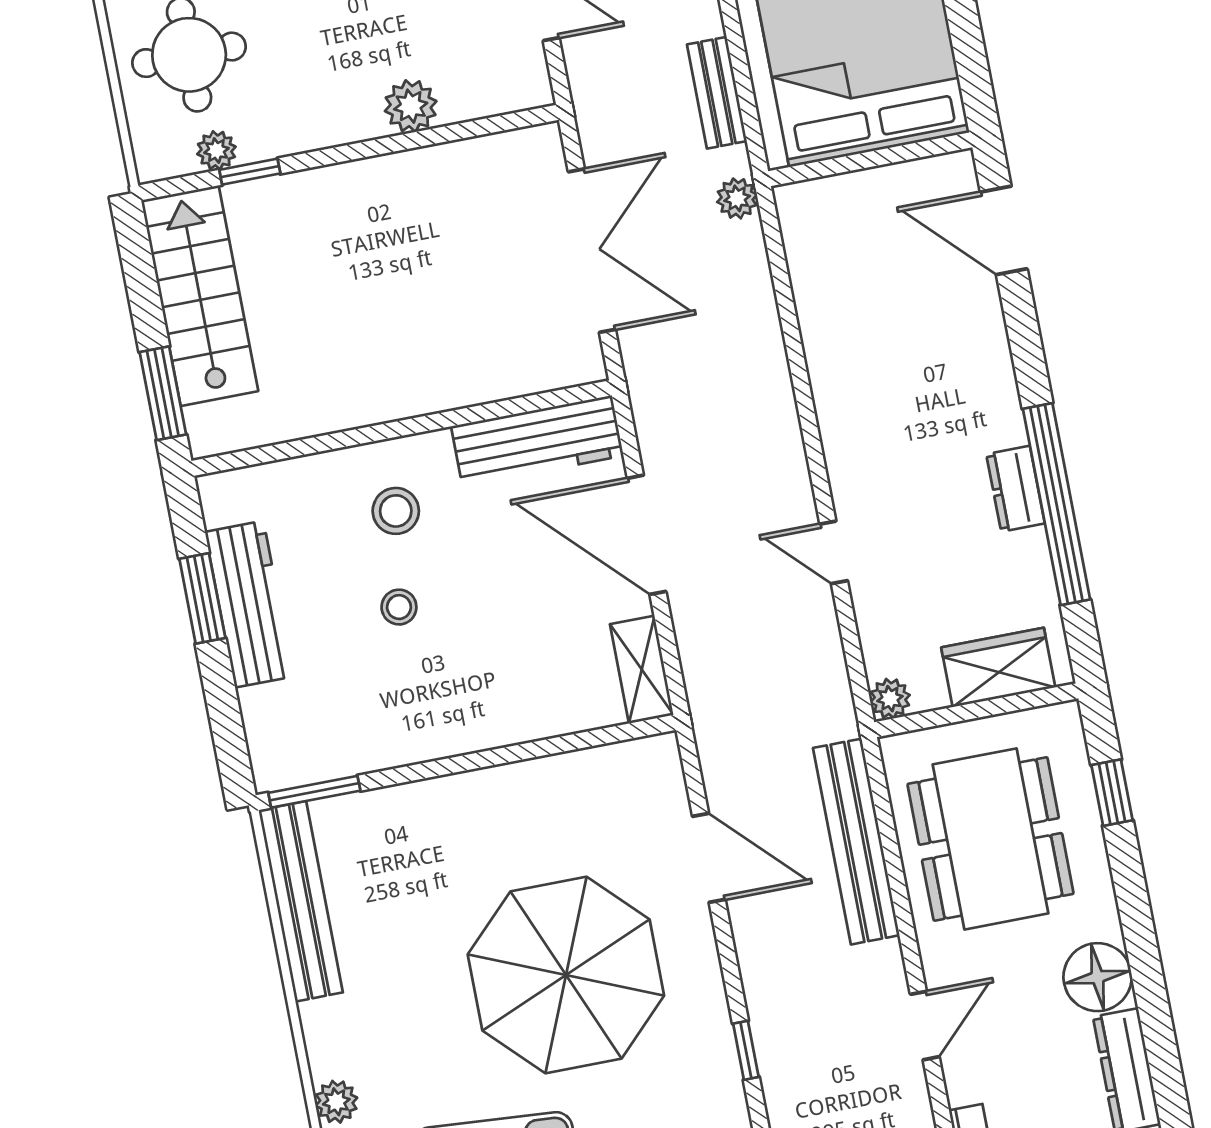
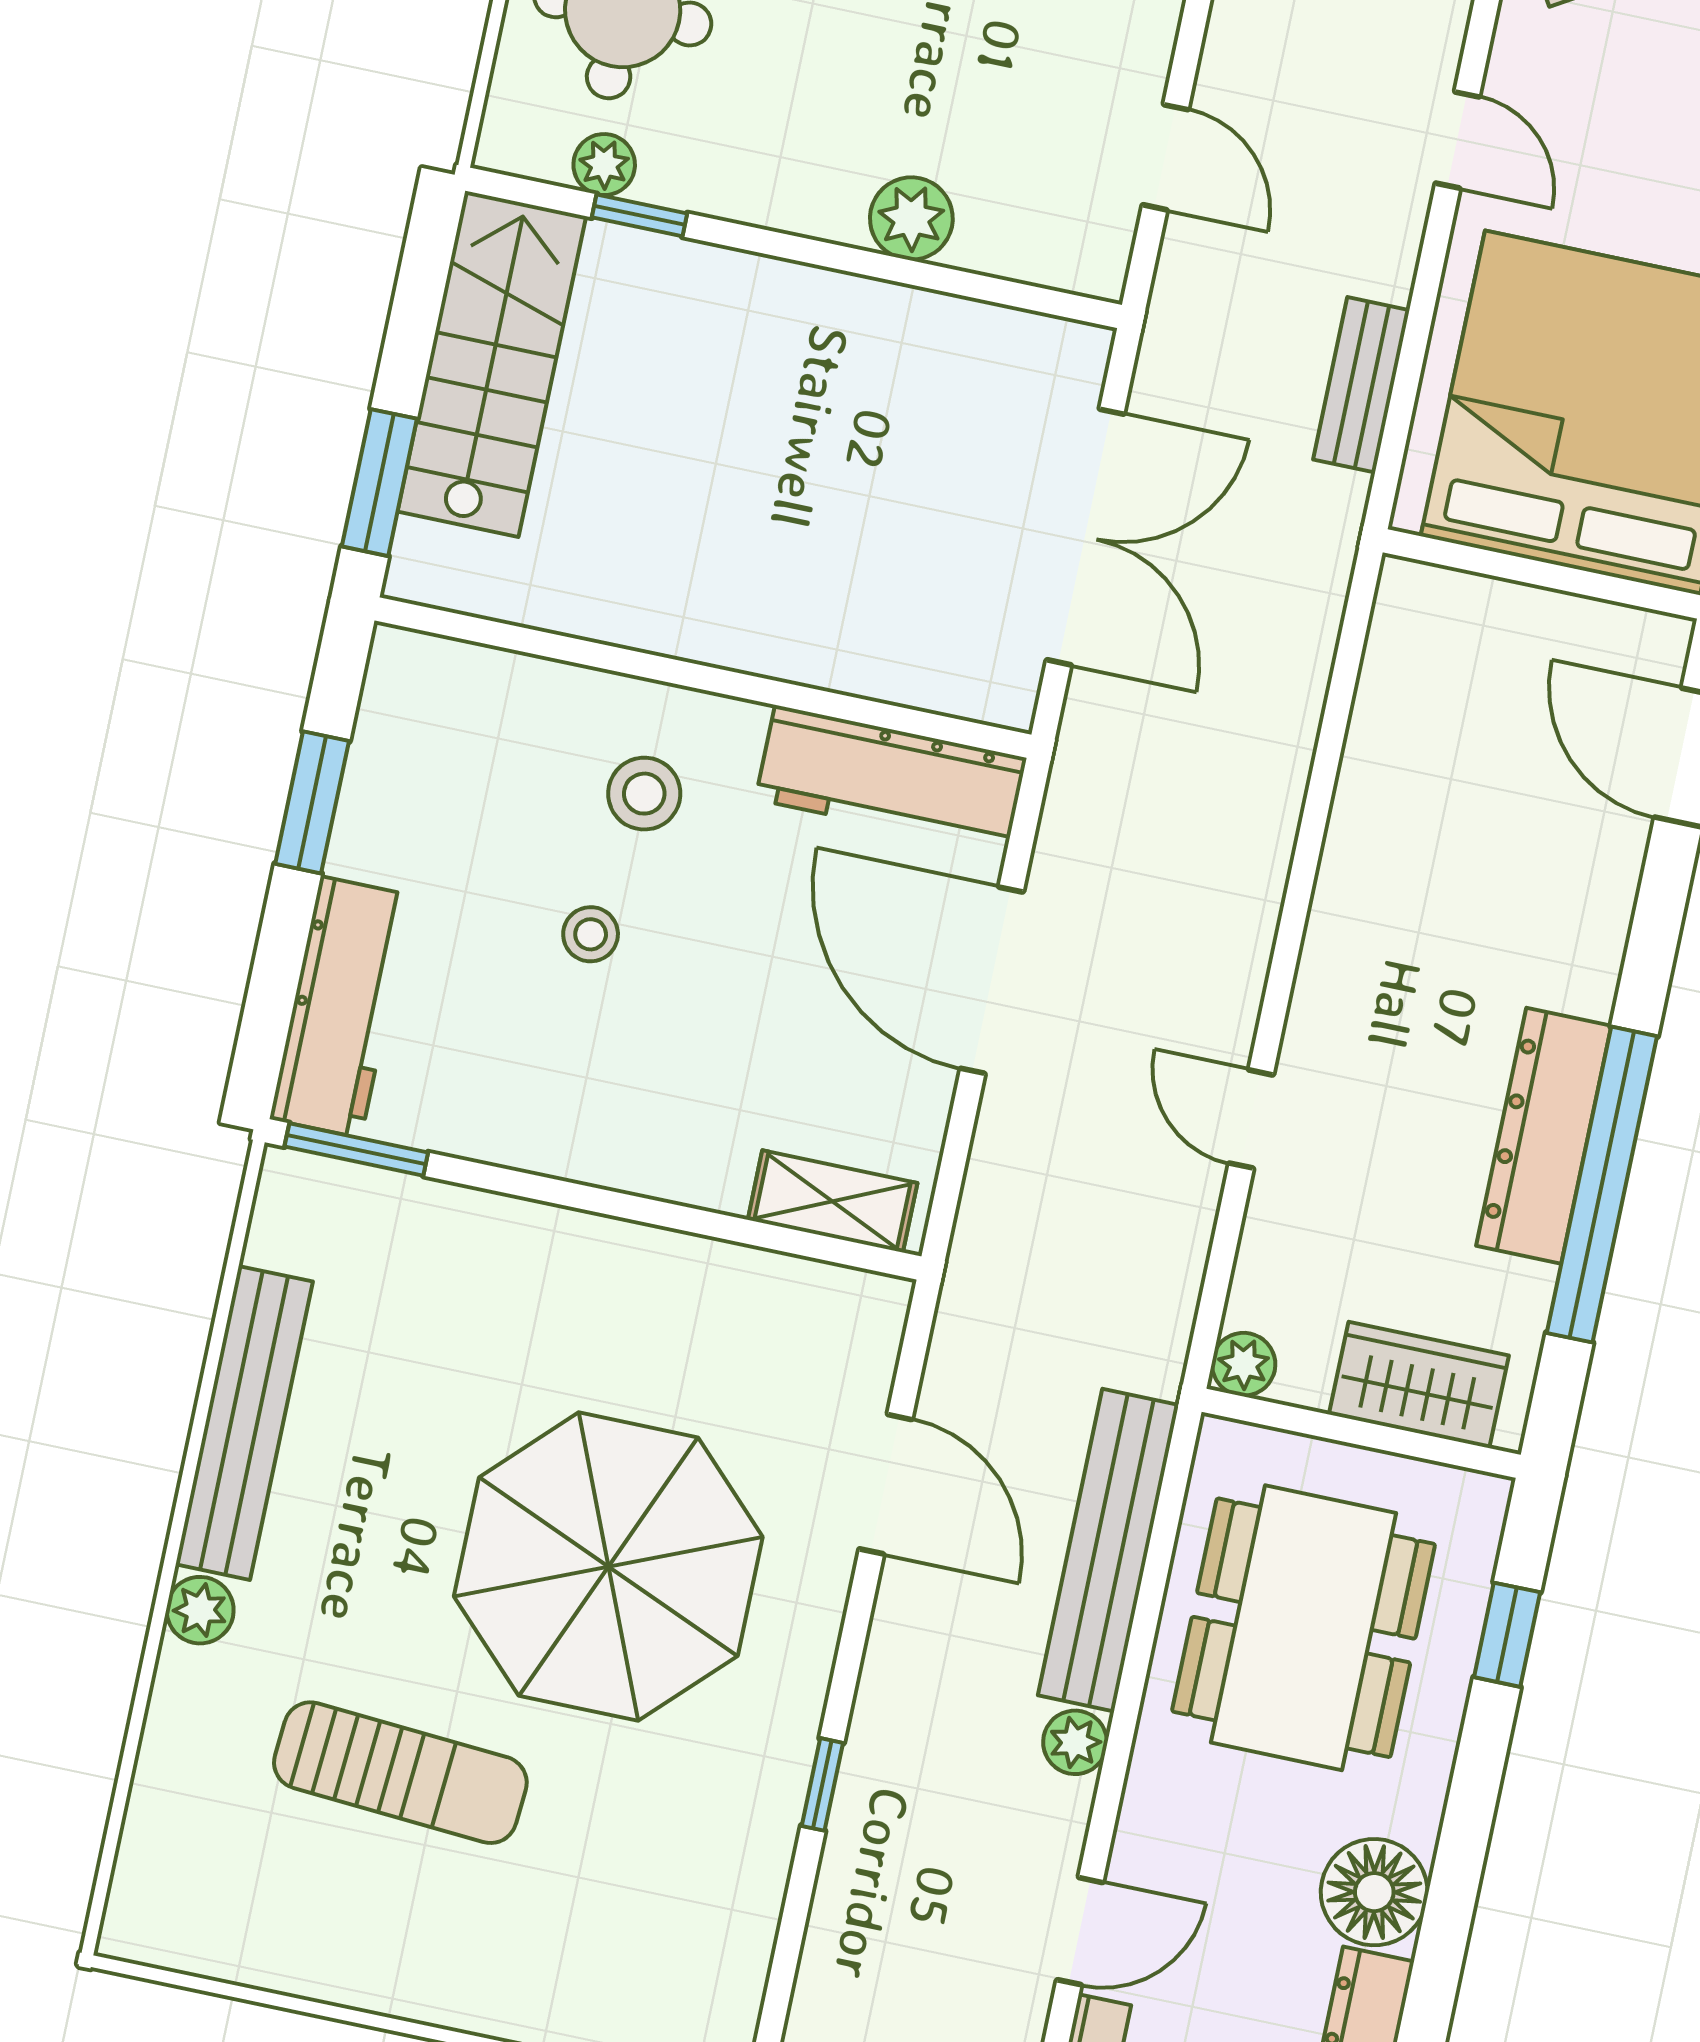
plant: (737, 198) -> (1075, 1742), moved
dresser: (1015, 489) -> (1544, 1136), width x1.96, depth x1.24
workbench: (249, 604) -> (341, 1007), moved
shelving: (642, 670) -> (833, 1201), moved, turned 90
bench: (301, 901) -> (244, 1423), moved
door: (925, 1026) -> (1080, 1931), moved

